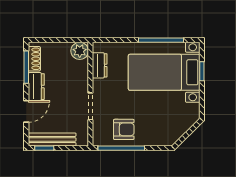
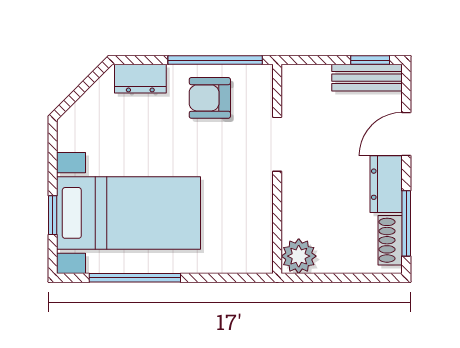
dresser: (100, 65) -> (140, 79), moved, turned -90
bench: (52, 139) -> (367, 78), width x0.73

